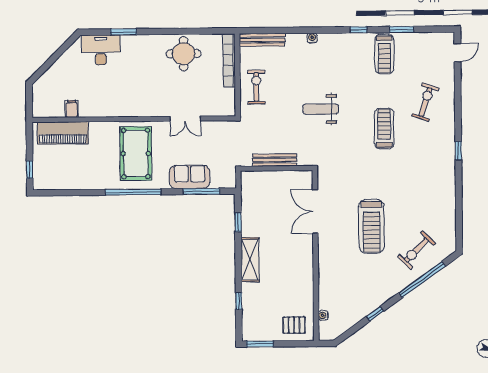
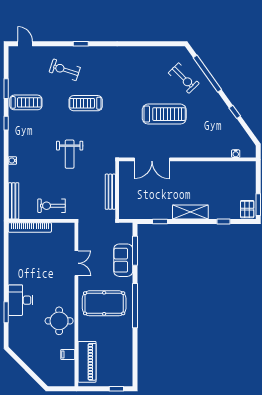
desk: (101, 50) -> (21, 300), moved
round table: (184, 54) -> (59, 321), moved
window: (458, 151) -> (81, 44), moved
pallet: (294, 325) -> (247, 209), moved

